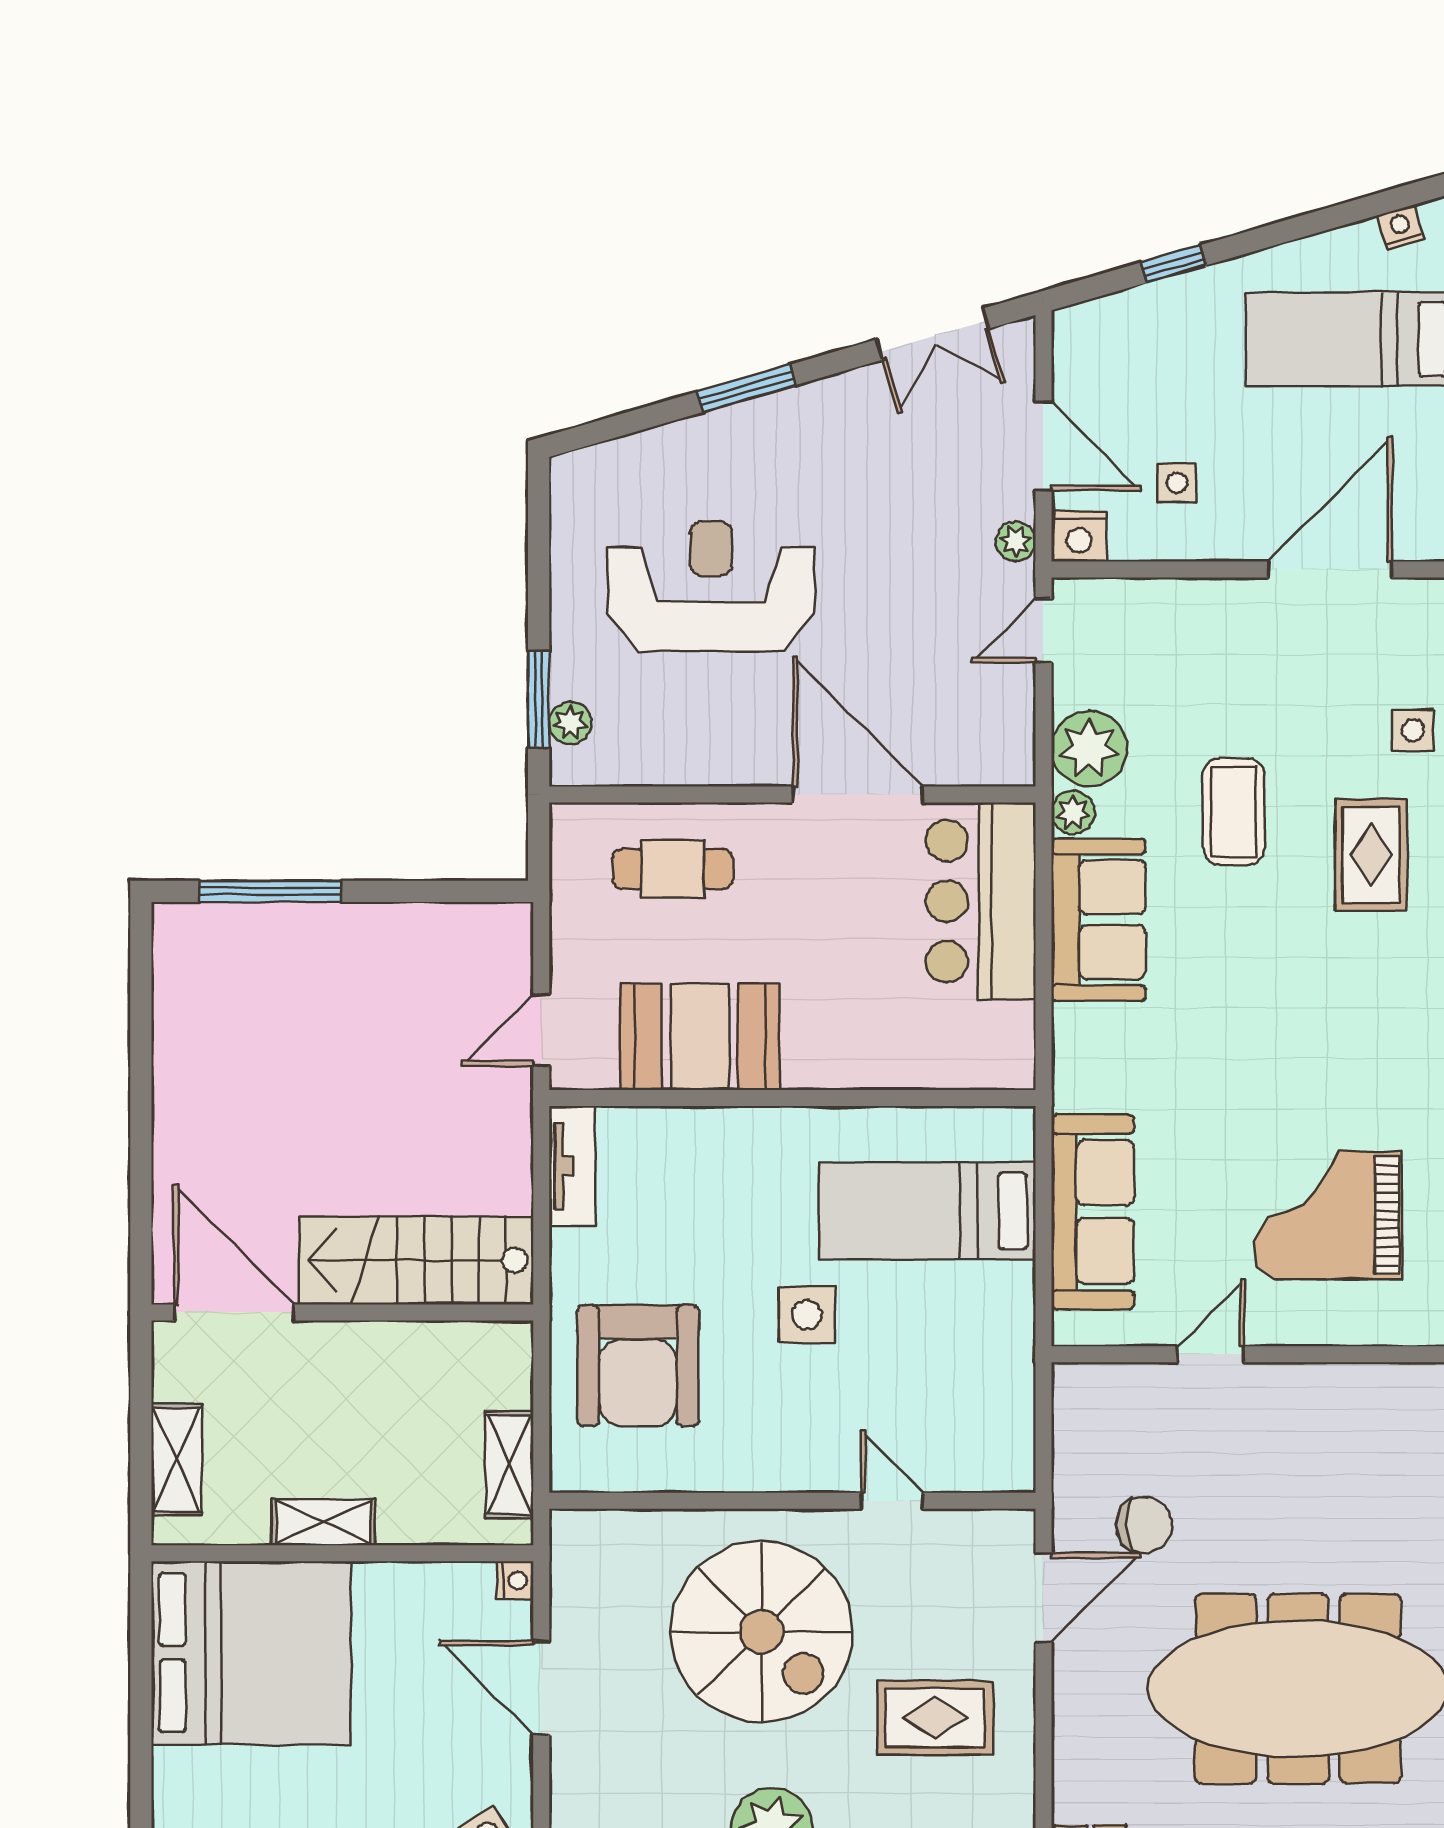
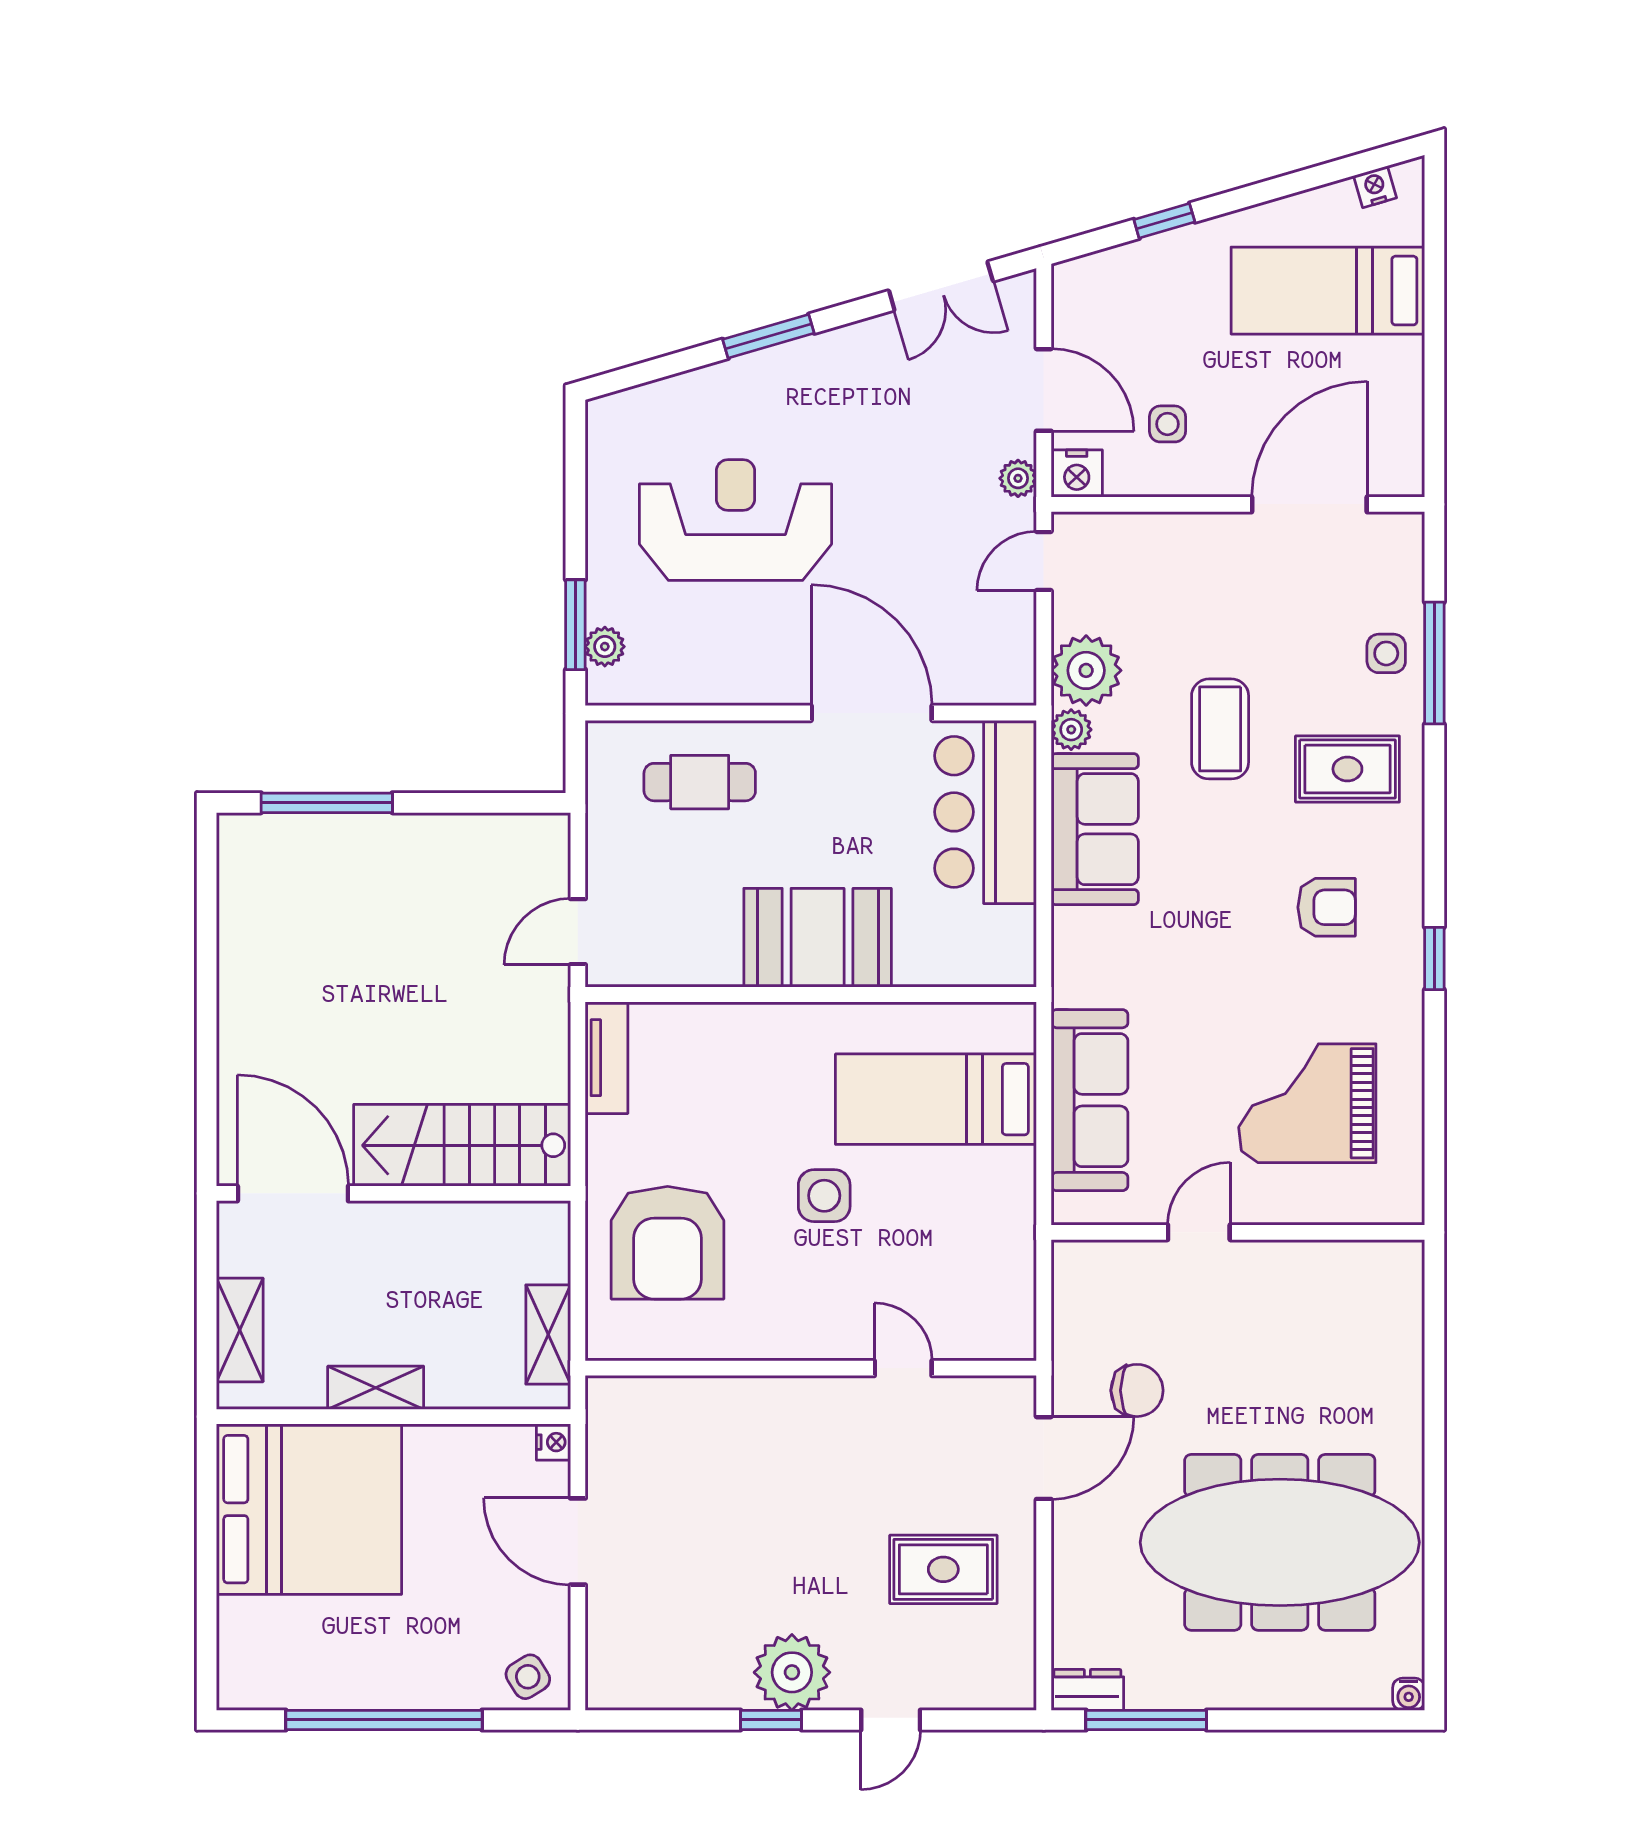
rug: (1371, 855) -> (1347, 769), turned 90
armchair: (1348, 1004) -> (1327, 907), added
booth: (700, 1037) -> (818, 938), moved
spiral stairs: (762, 1632) -> (782, 1490), removed

